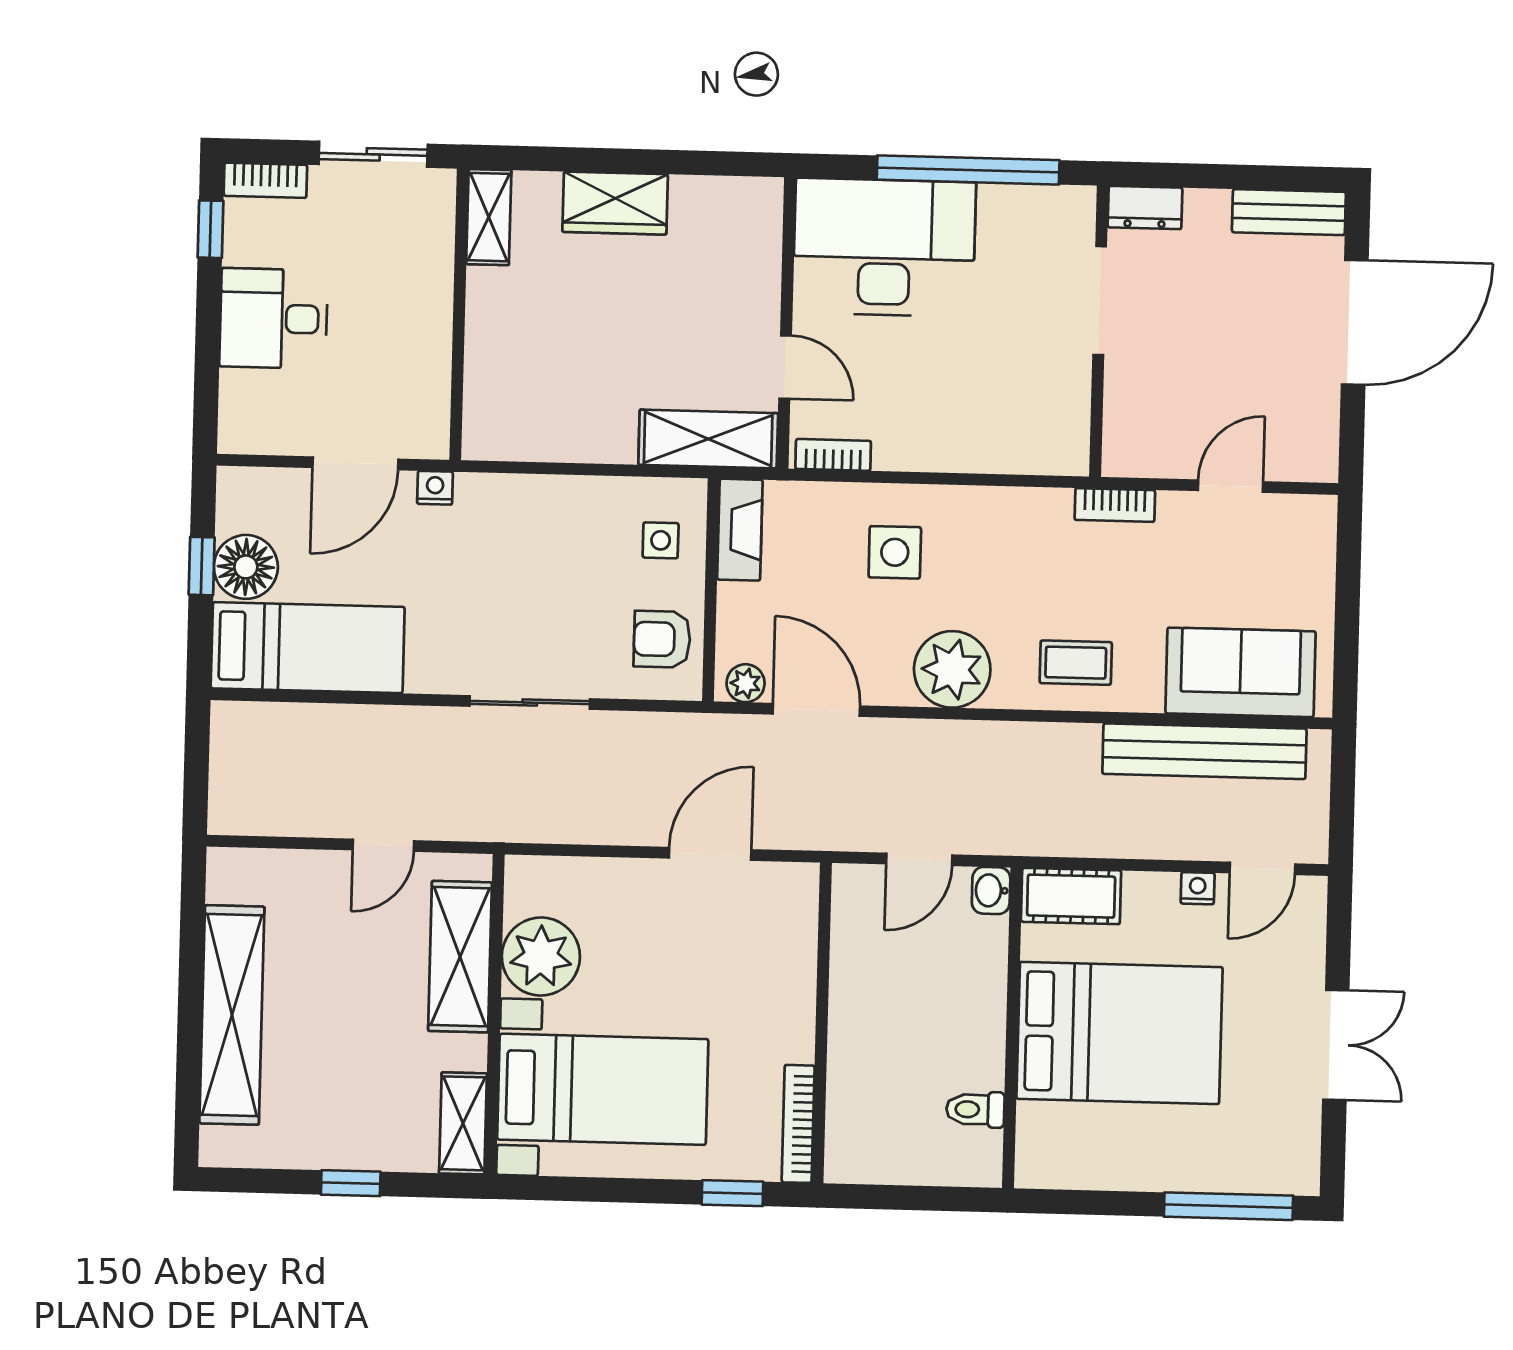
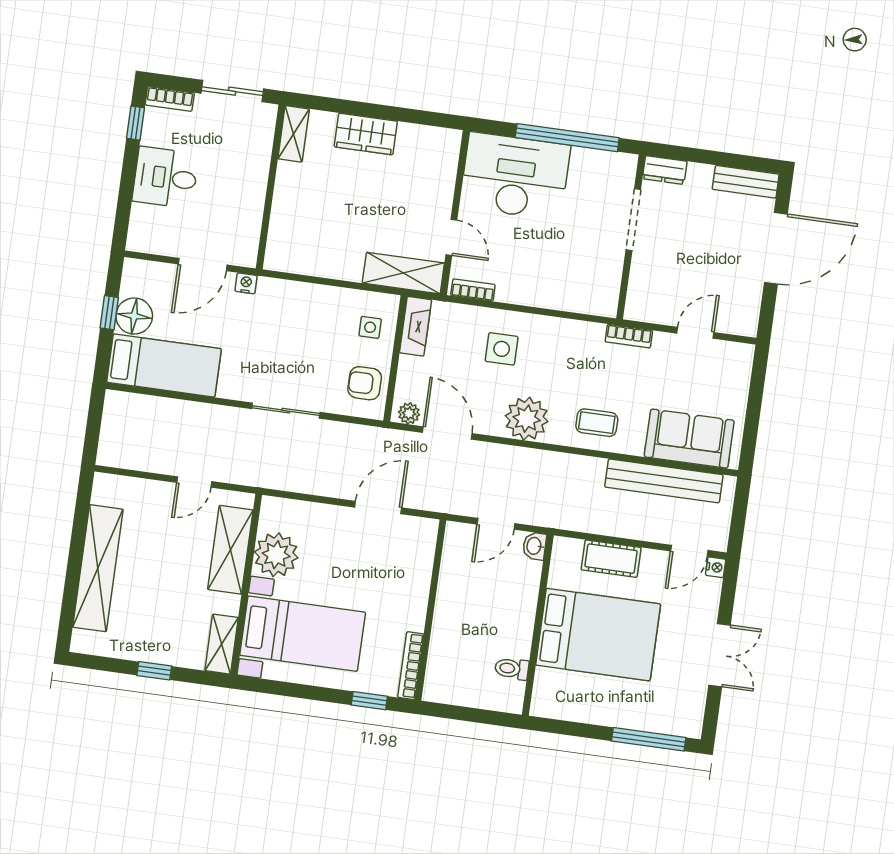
nightstand: (1198, 888) -> (716, 567), moved, turned 90
cot: (1071, 896) -> (611, 559), moved

